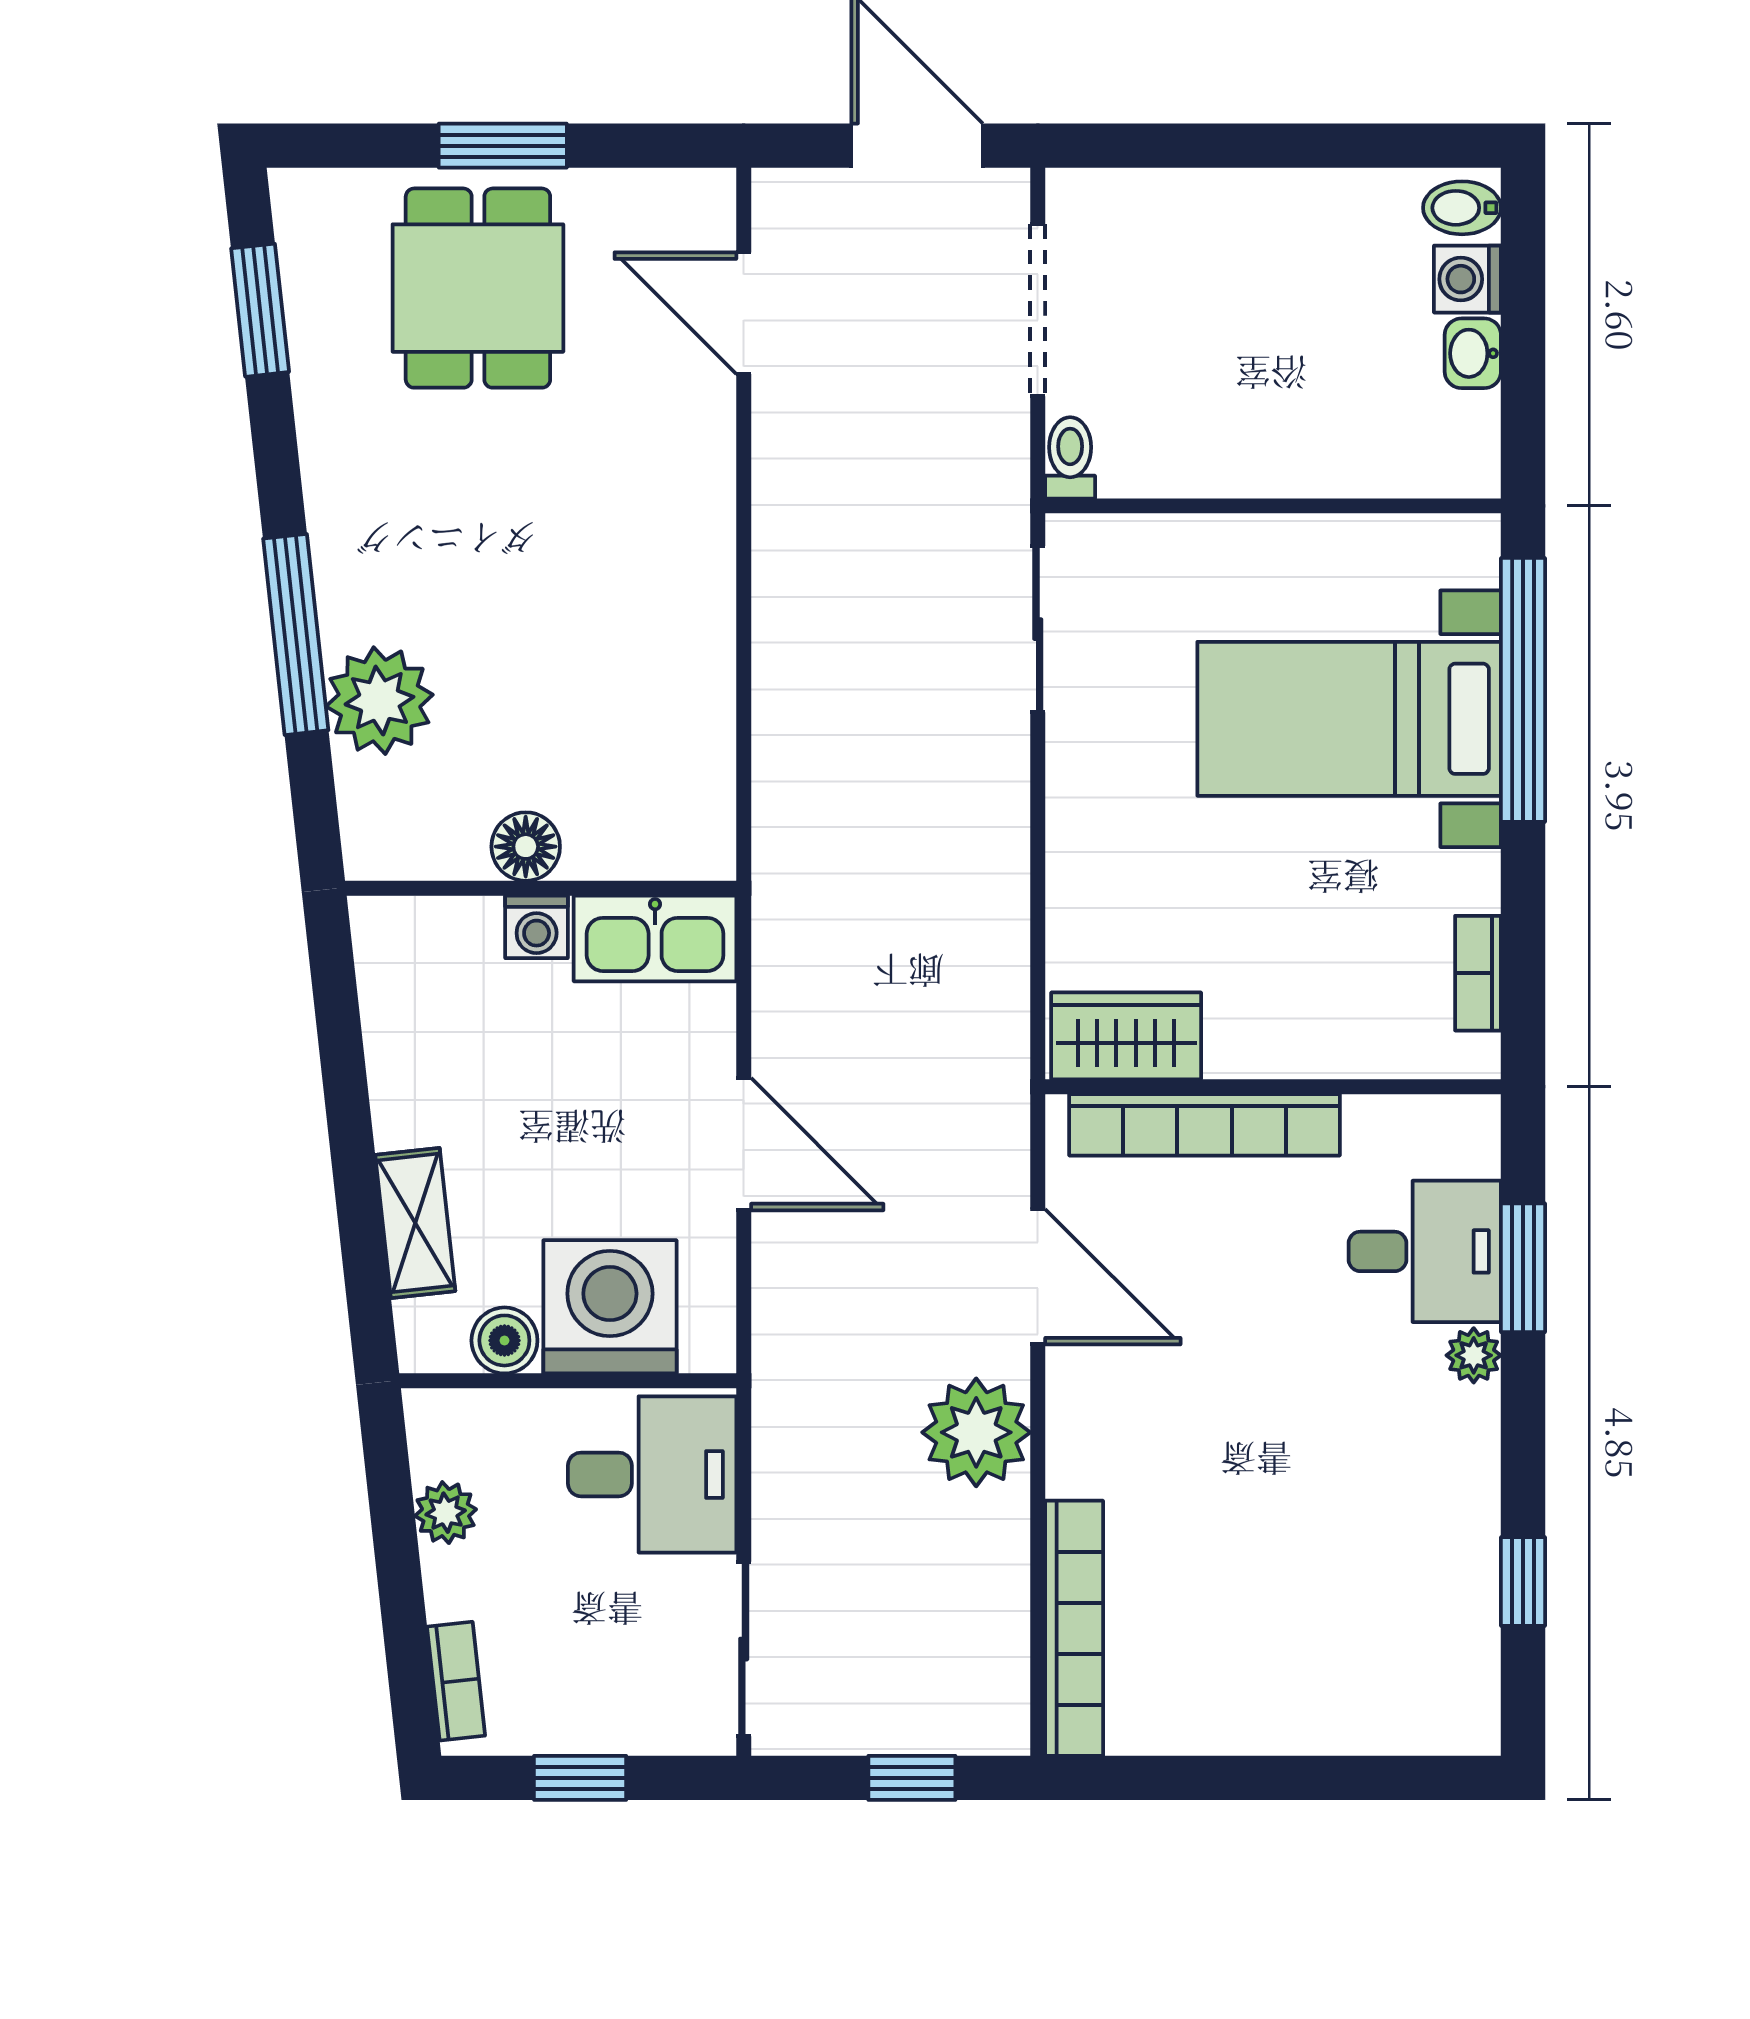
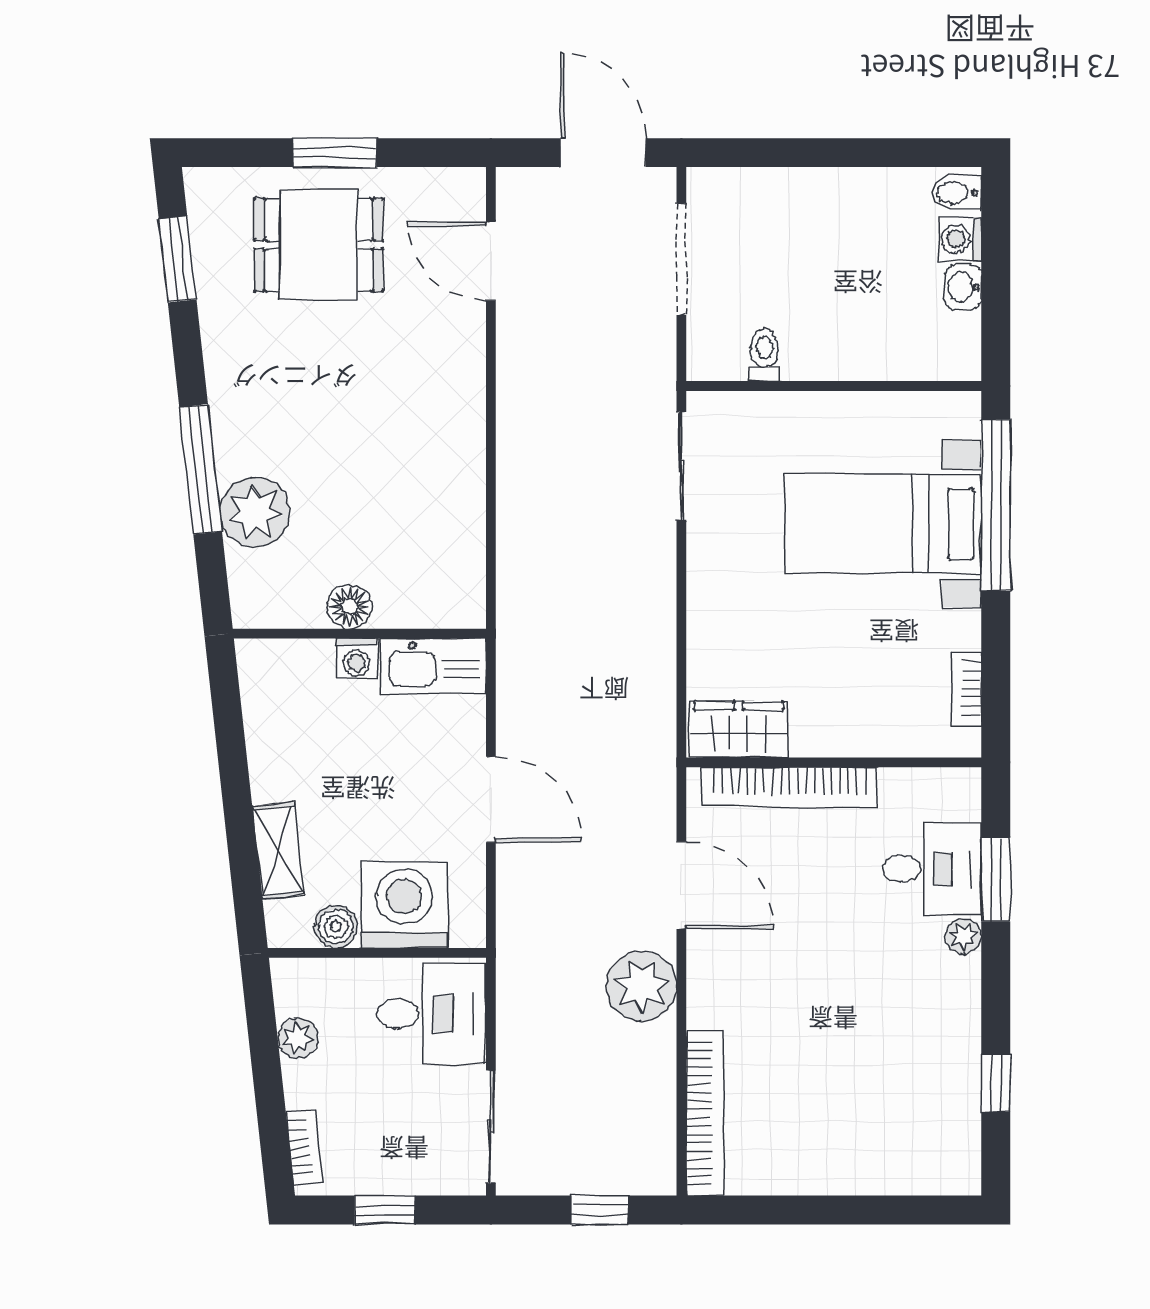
dining table: (478, 288) -> (319, 245), turned 90
toilet: (1070, 458) -> (764, 355), moved

